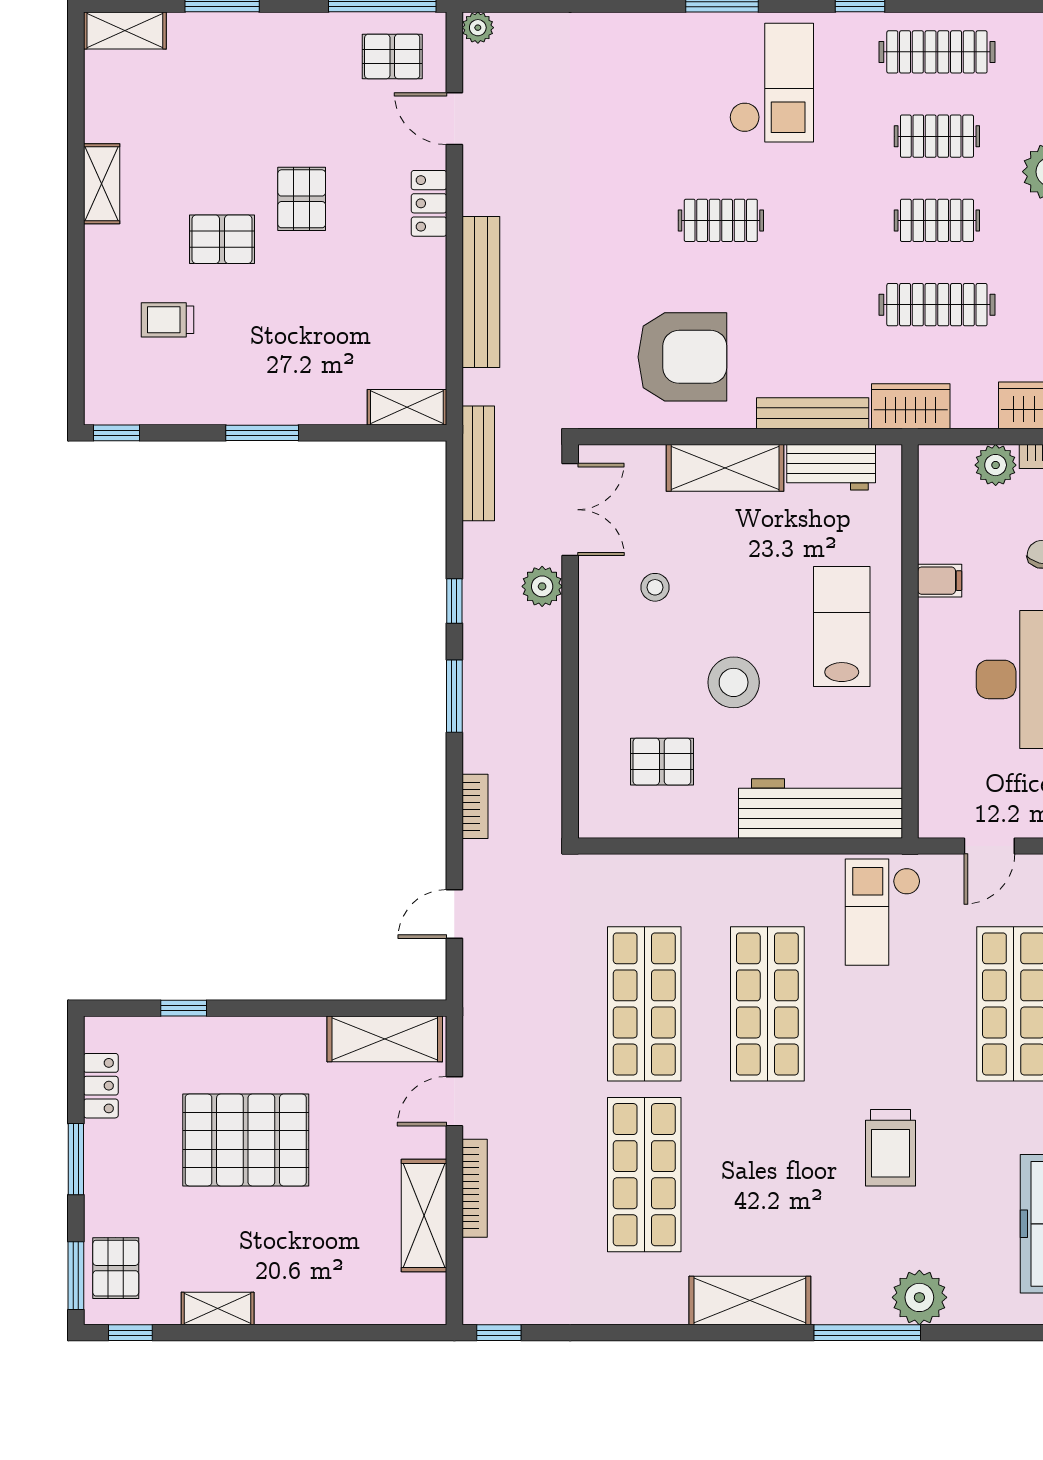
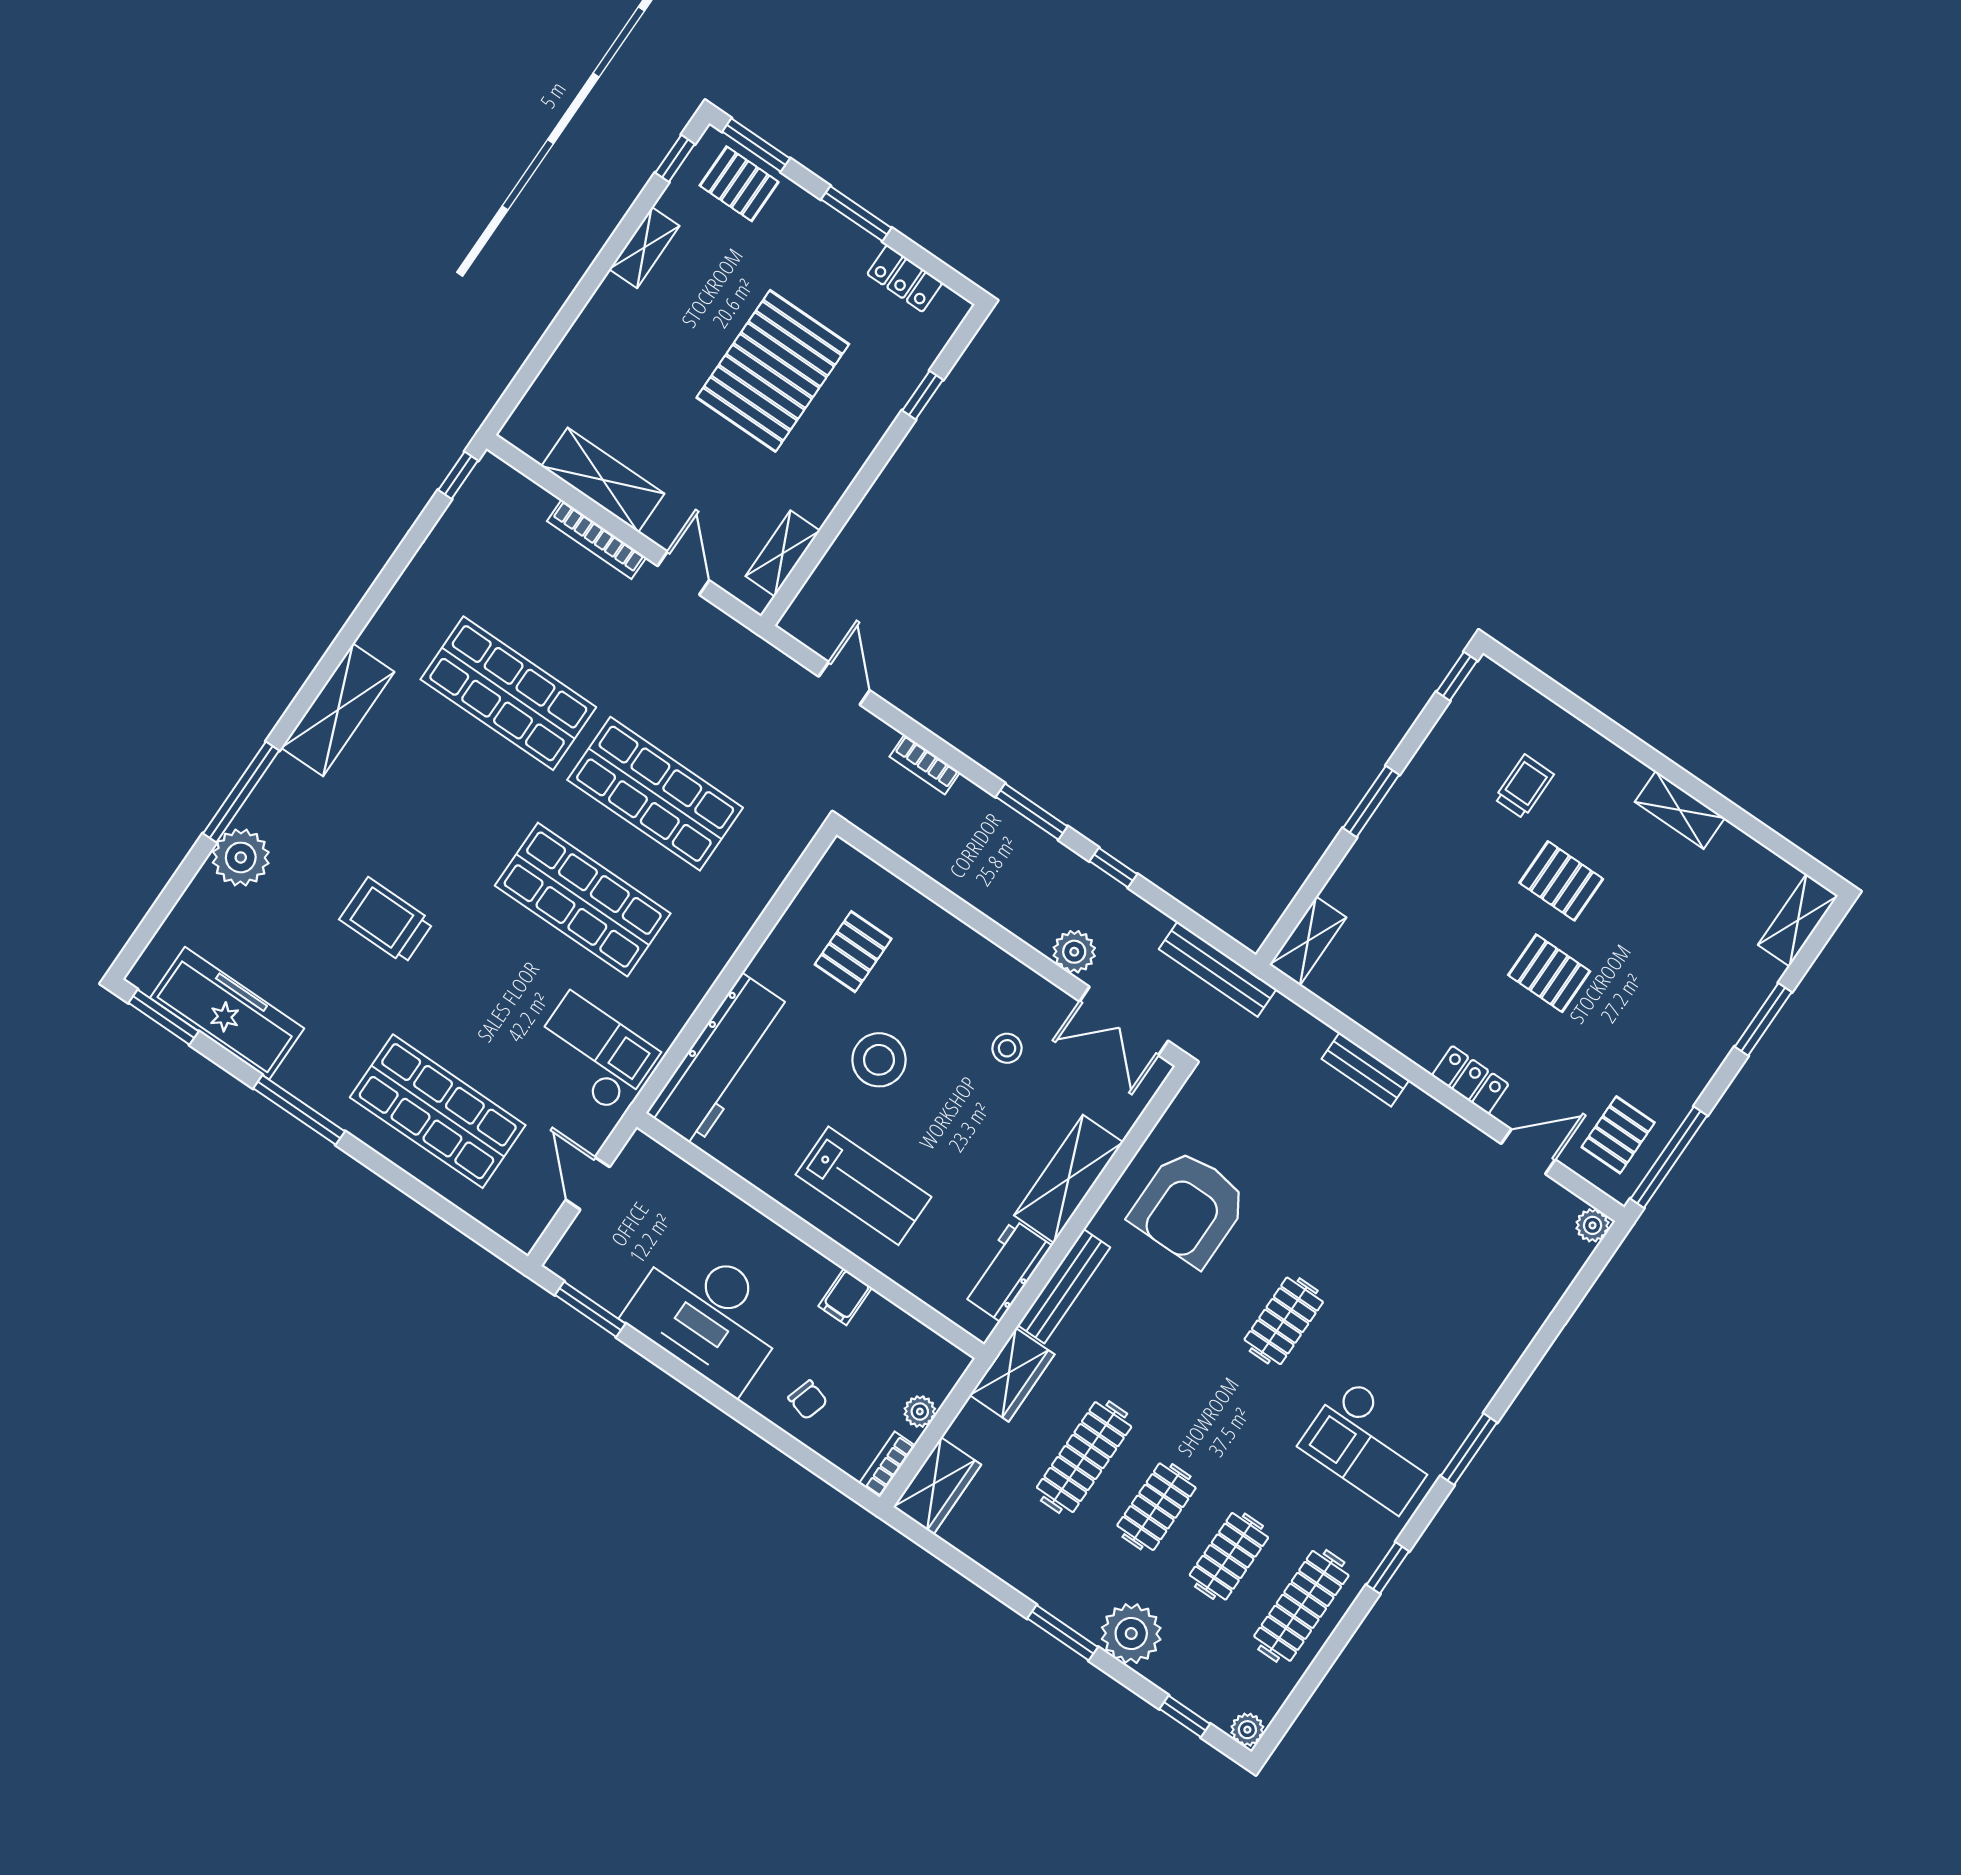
pallet: (222, 239) -> (1561, 881), turned 90
bench: (481, 292) -> (1365, 1069), width x0.54, depth x0.82
plant: (996, 465) -> (920, 1412), width x0.73, depth x0.73
shelving: (385, 1039) -> (783, 553), width x0.67, depth x0.75

